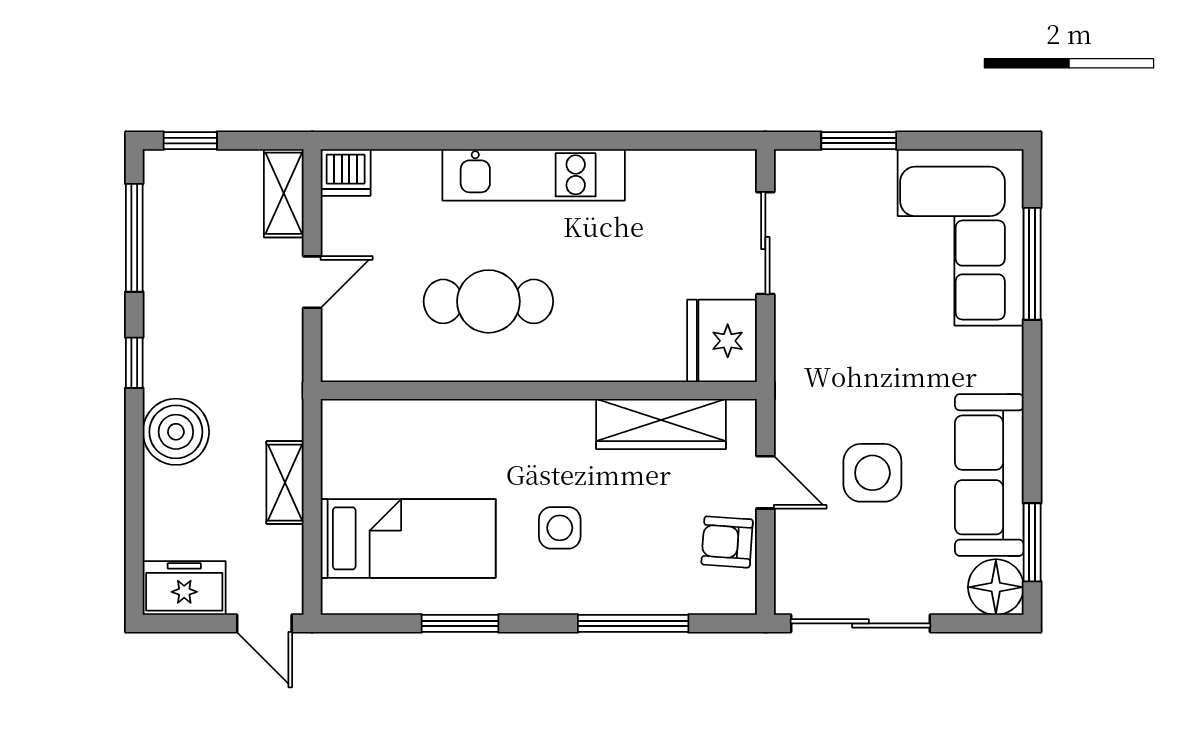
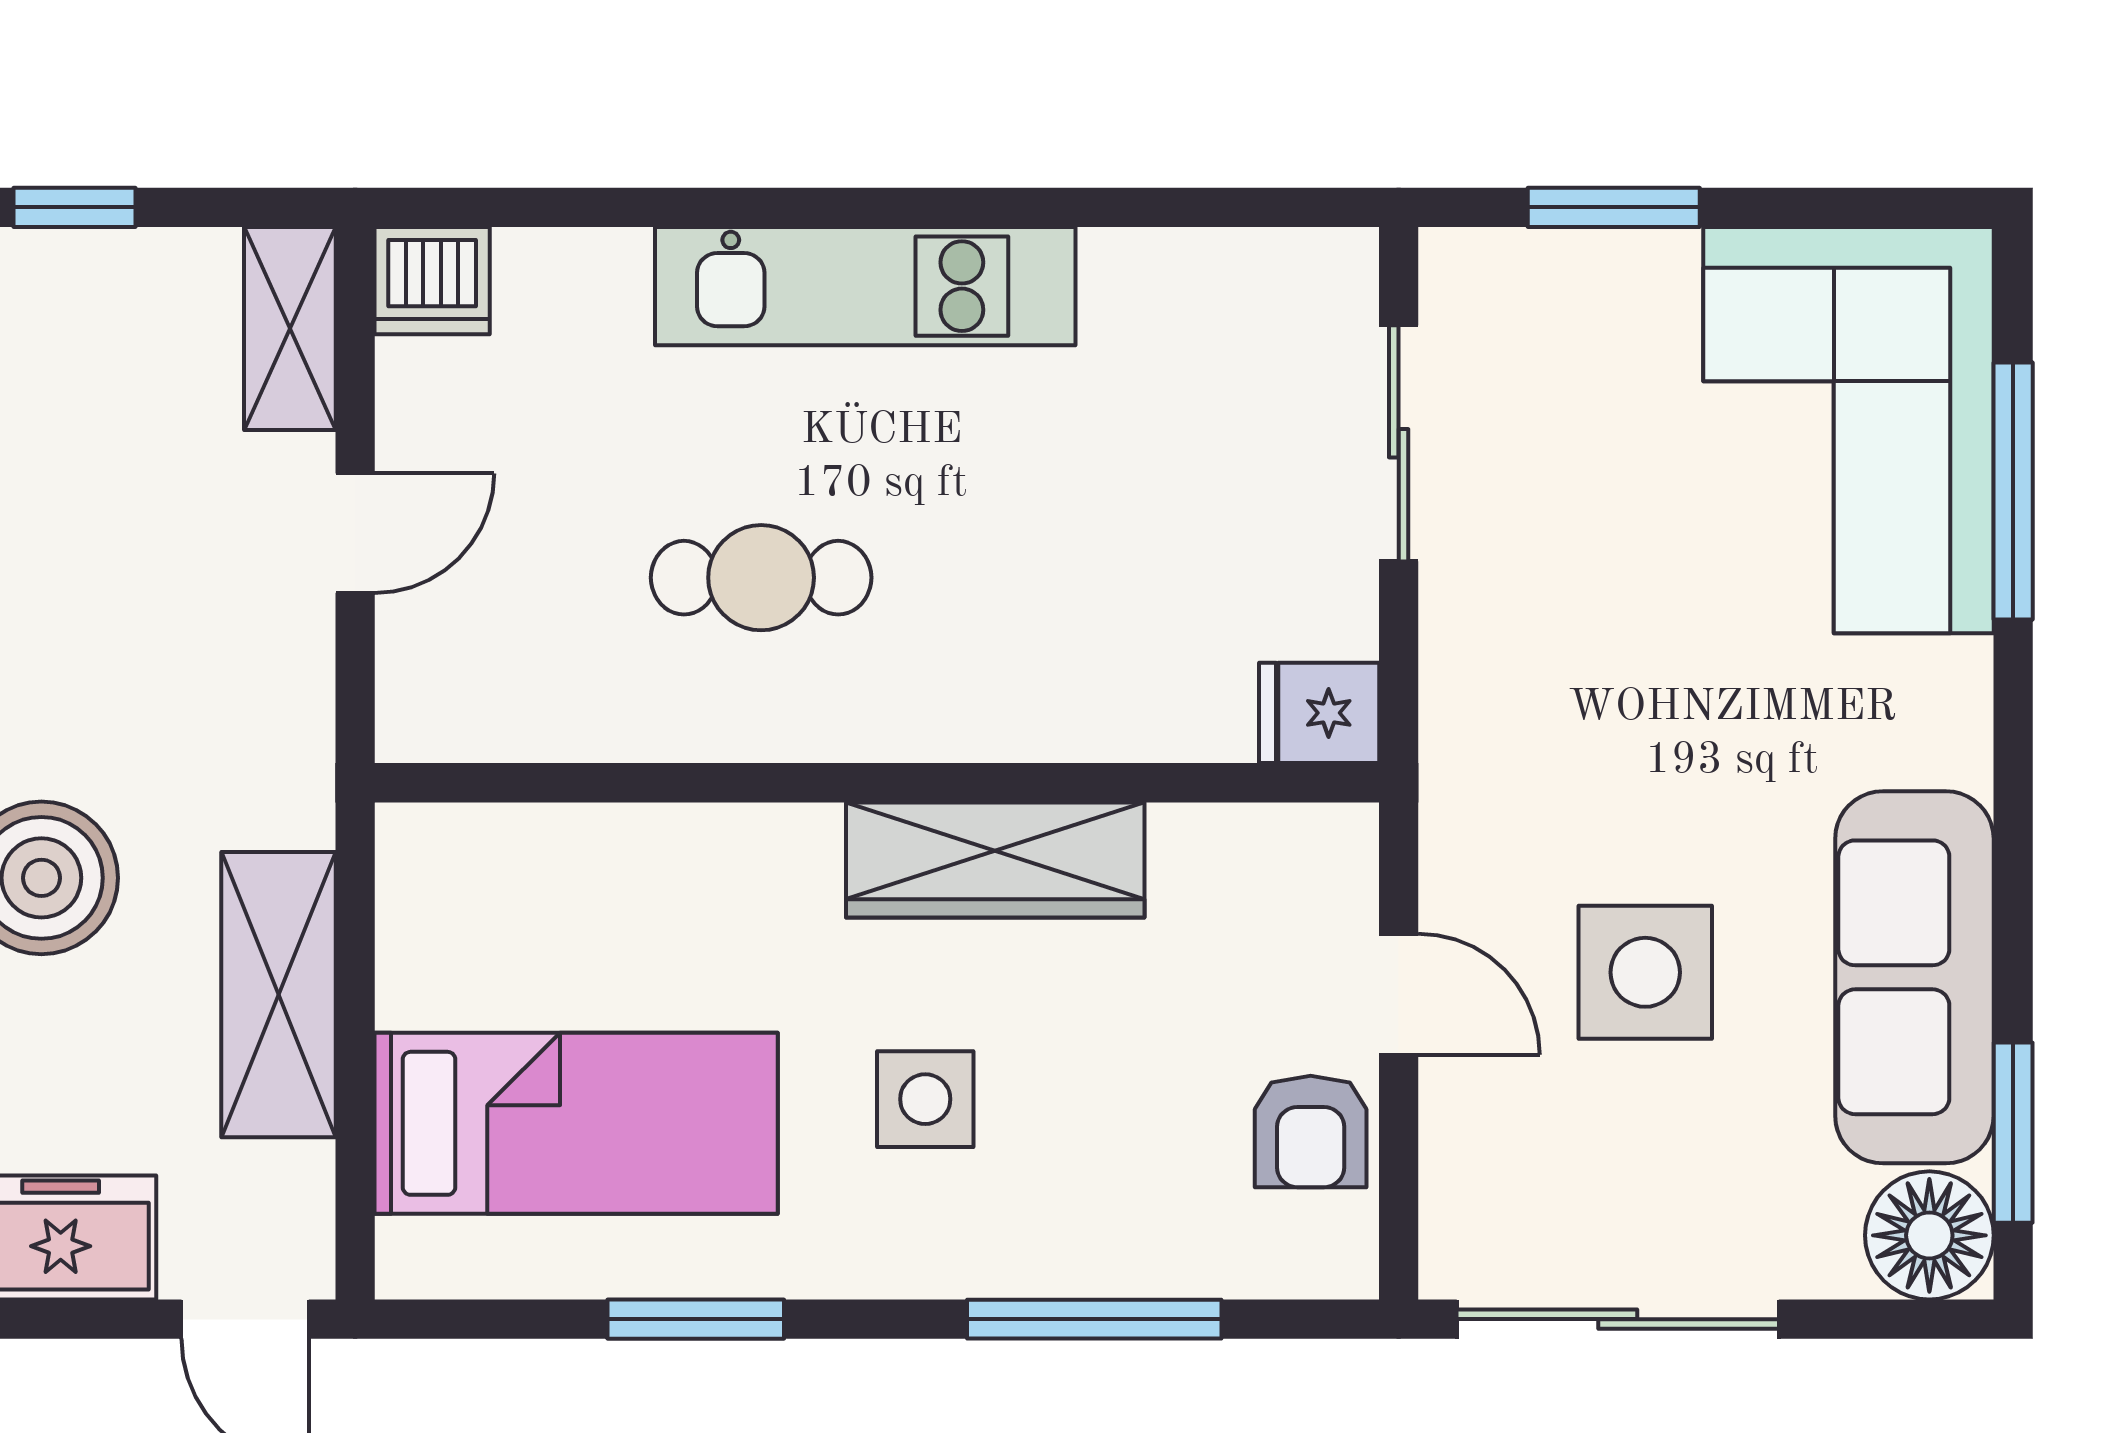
cafe table: (488, 301) -> (761, 578), width x0.73, depth x0.74
fridge: (722, 341) -> (1319, 713), width x0.53, depth x0.75
wardrobe: (661, 424) -> (995, 860), moved
shelving: (285, 483) -> (279, 995), width x1.50, depth x1.33
armchair: (727, 542) -> (1311, 1131), turned -94

